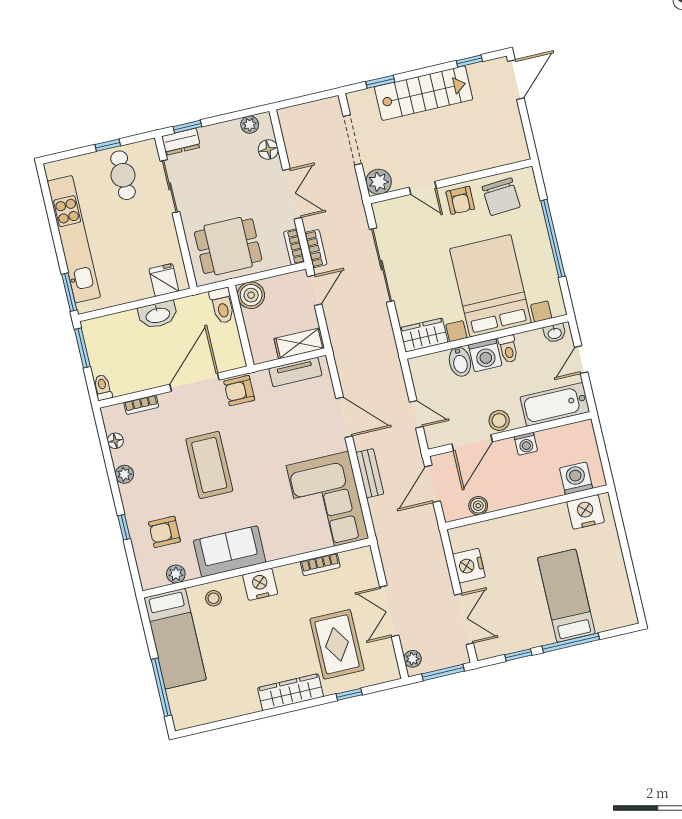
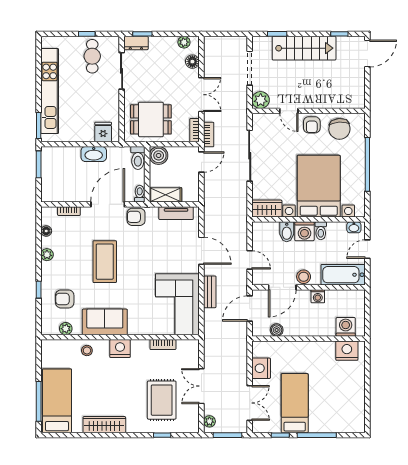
shelving: (299, 343) -> (165, 195), moved
toilet: (103, 387) -> (140, 194), moved
bed: (566, 596) -> (295, 403), moved
bed: (175, 639) -> (57, 401), moved, turned 180
wardrobe: (290, 692) -> (104, 425), moved

